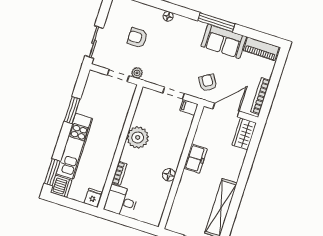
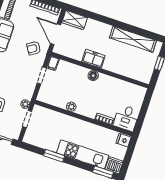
plant: (138, 137) -> (71, 107), width x0.53, depth x0.53
floor lamp: (169, 175) -> (93, 76), moved

